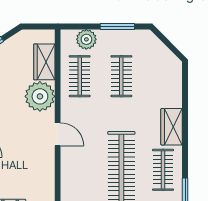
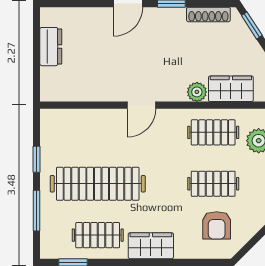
armchair: (155, 73) -> (217, 225), added
plant: (40, 96) -> (197, 92), width x0.53, depth x0.53

